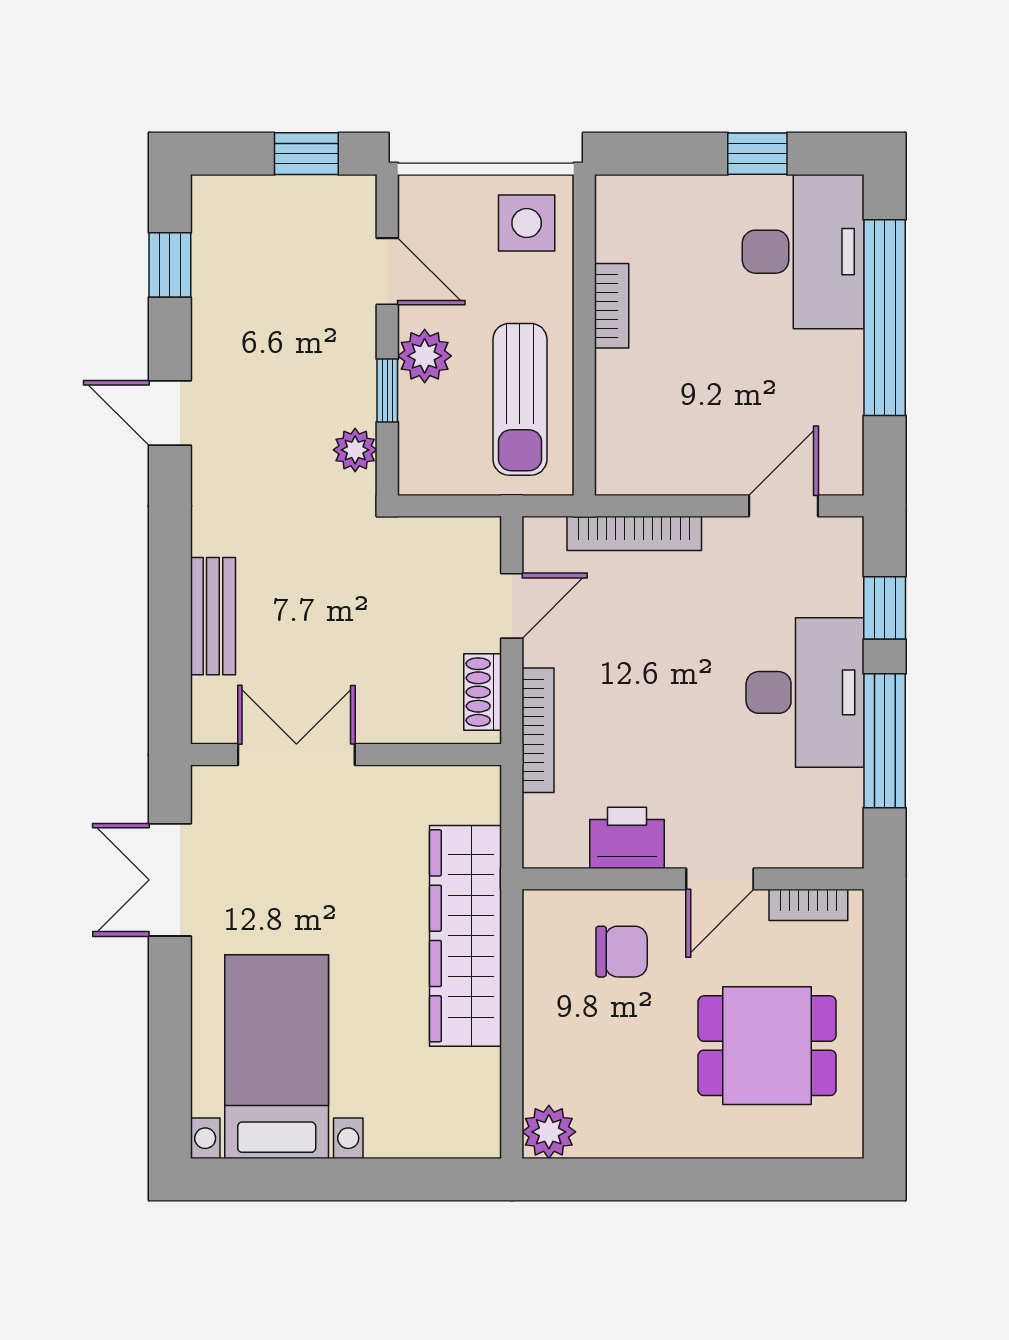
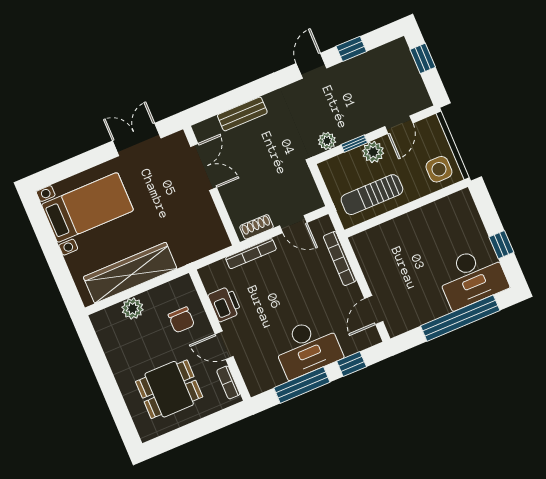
window: (306, 154) -> (423, 58), moved
window: (170, 265) -> (351, 49), moved
bookcase: (612, 306) -> (421, 214), removed
door: (783, 506) -> (374, 310), swing flipped
wardrobe: (466, 936) -> (130, 273), moved
dining table: (767, 1046) -> (169, 389), turned 90
plant: (549, 1132) -> (132, 308), moved

